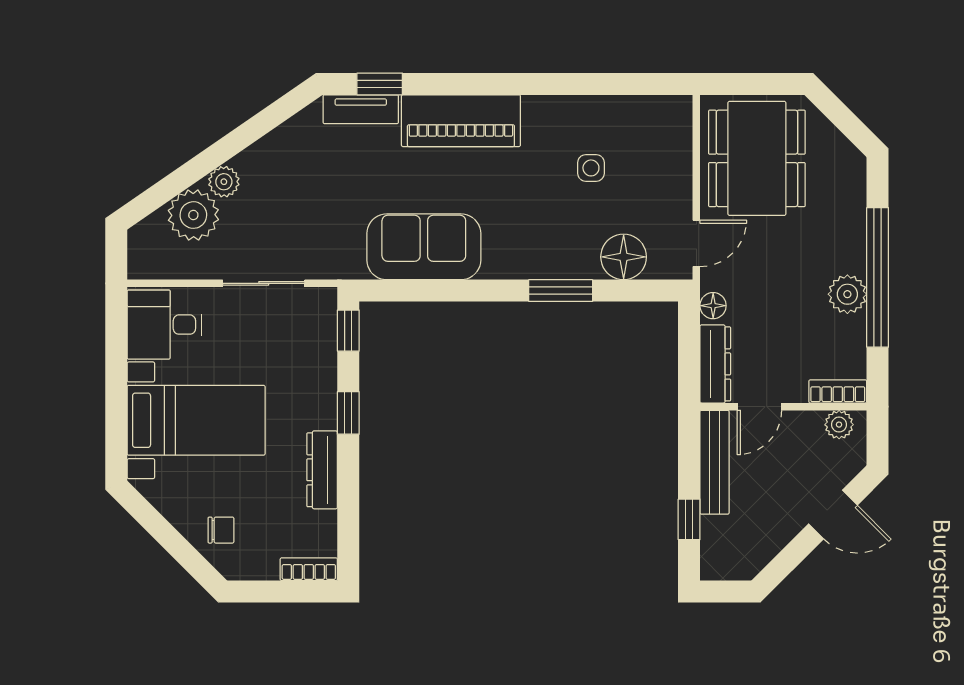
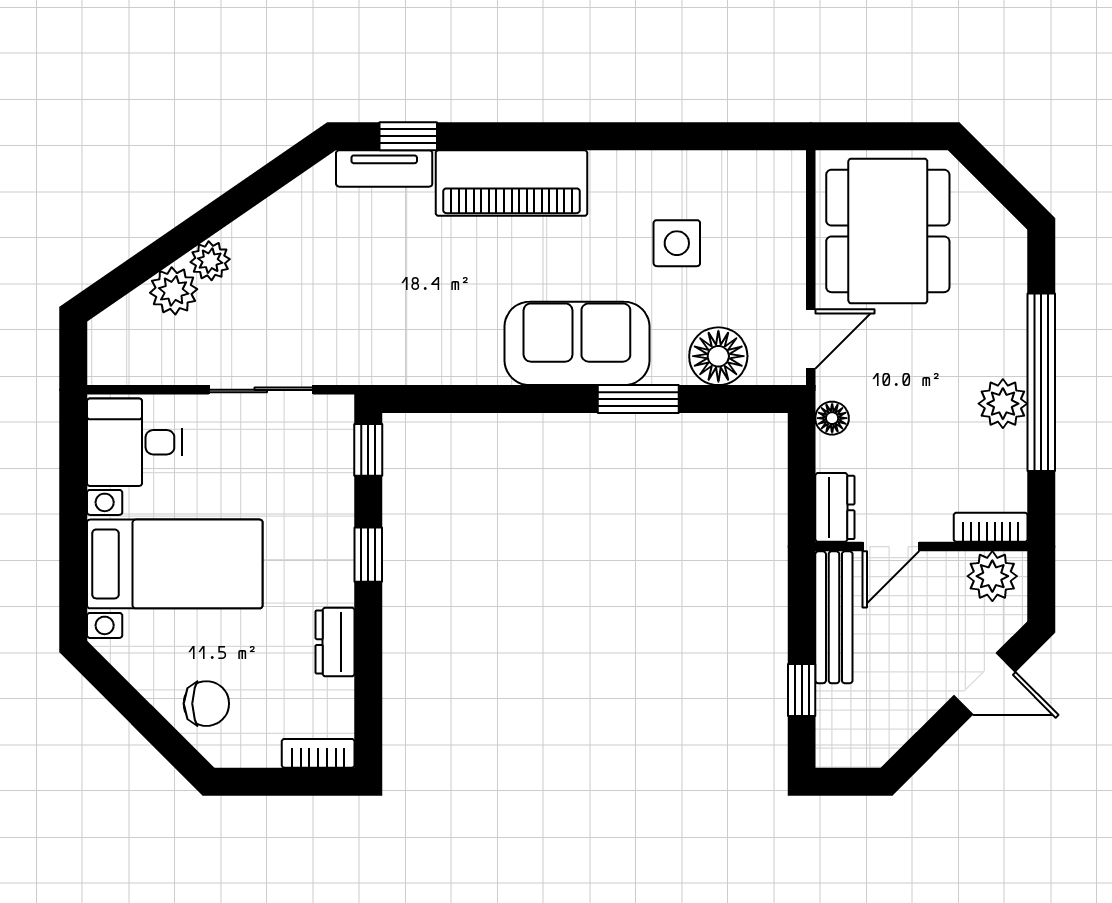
side table: (591, 168) -> (677, 243), width x1.37, depth x1.37
plant: (193, 215) -> (174, 291), width x0.73, depth x0.73
sofa: (424, 247) -> (577, 343), moved
dresser: (715, 364) -> (835, 507), width x0.70
plant: (839, 425) -> (992, 576), width x1.38, depth x1.38
dresser: (322, 470) -> (335, 642), width x0.70
chair: (221, 530) -> (206, 704), width x1.37, depth x1.37

